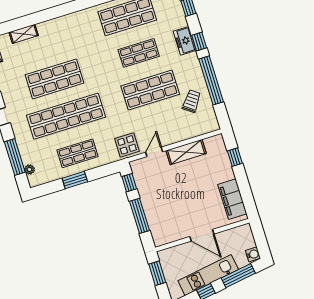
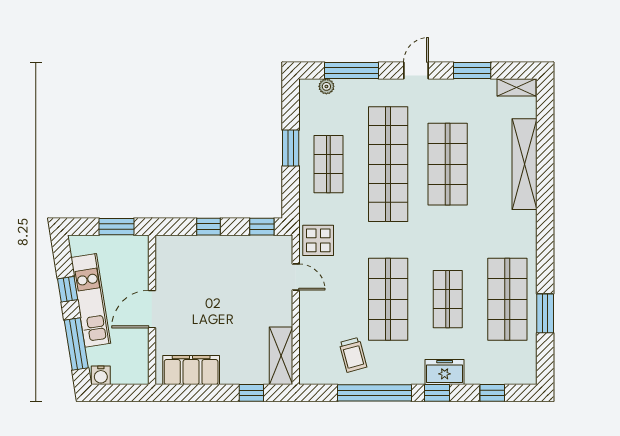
shelving: (24, 34) -> (525, 164), width x2.20, depth x1.33
trolley: (192, 101) -> (353, 355), turned 39
shelving: (186, 152) -> (281, 356), moved
window: (140, 216) -> (209, 227), width x0.46

